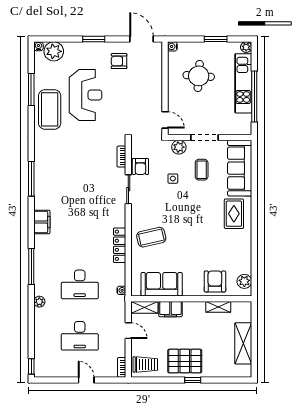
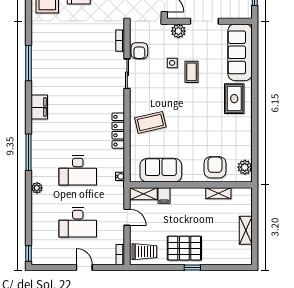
coffee table: (202, 170) -> (192, 72), moved
filing cabinet: (171, 309) -> (164, 195), width x0.50
shelving: (243, 343) -> (246, 230), width x0.67, depth x0.75

